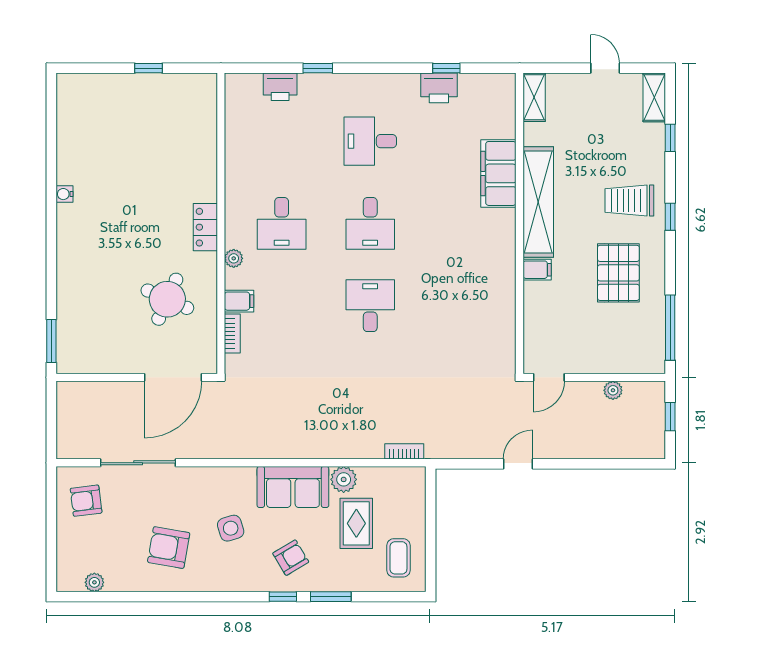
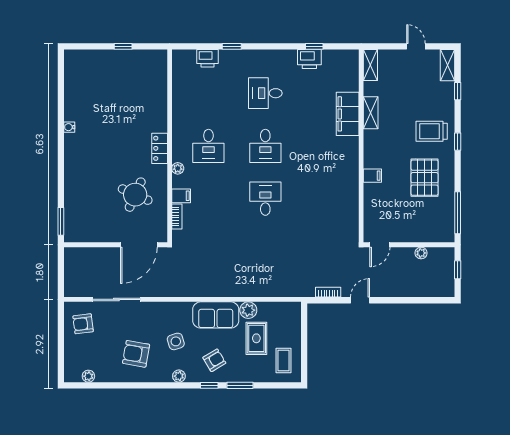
shelving: (538, 202) -> (371, 113), width x0.45, depth x0.75
bookcase: (404, 451) -> (328, 292), moved
plant: (235, 582) -> (179, 376), added

